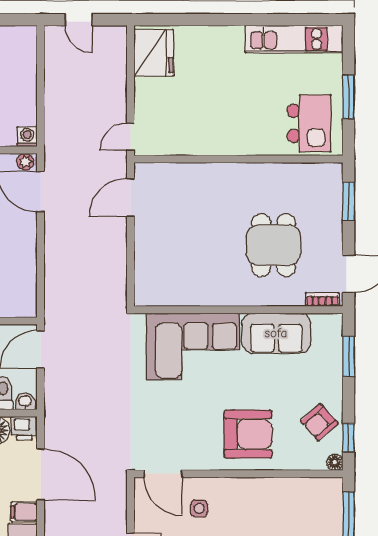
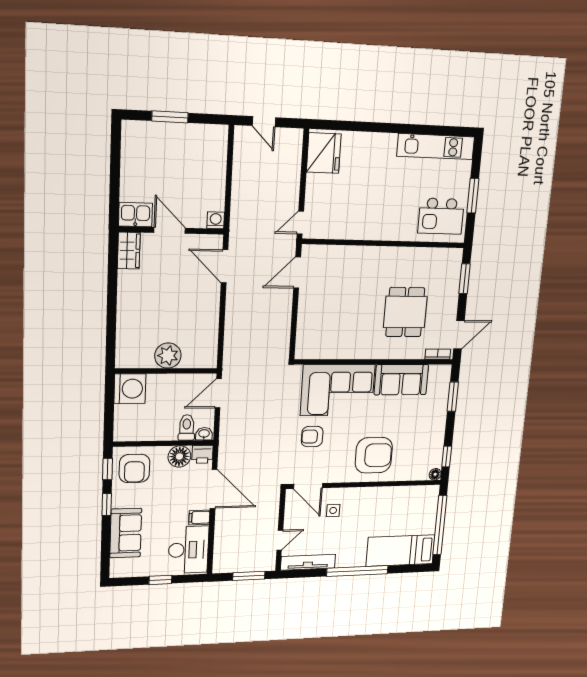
kitchen island: (309, 123) -> (441, 216), turned 90
plant: (25, 162) -> (213, 241), removed
armchair: (319, 422) -> (312, 436), moved, turned 42

